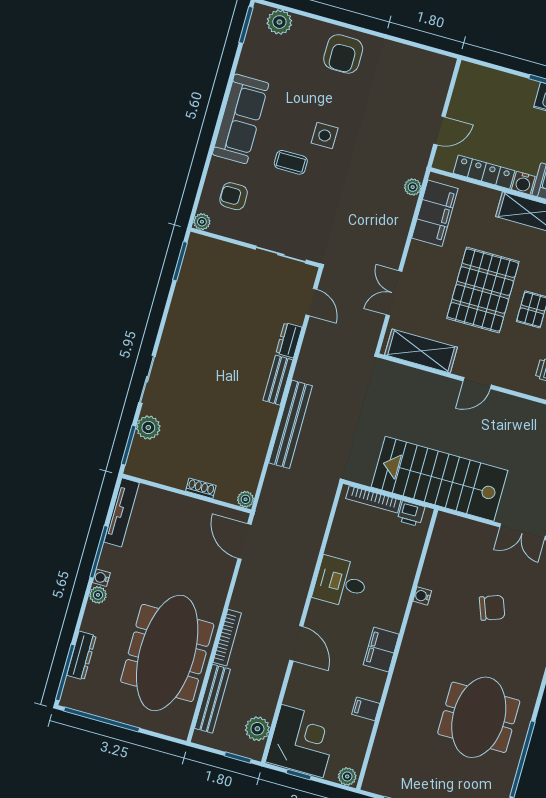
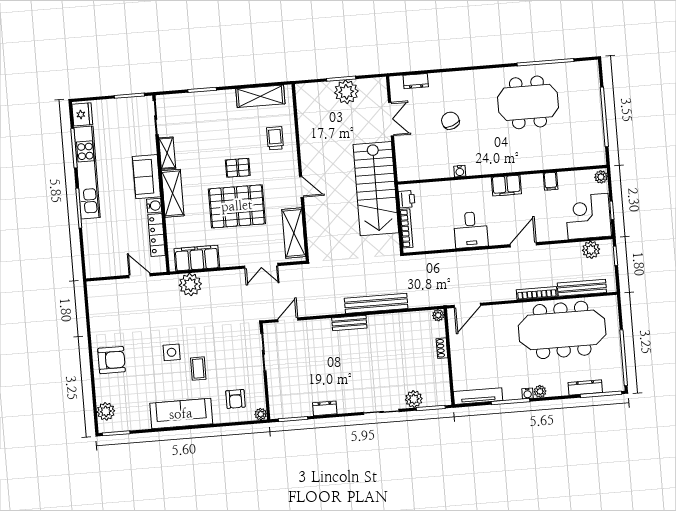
plant: (413, 187) -> (190, 285), width x1.88, depth x1.88
dresser: (289, 340) -> (325, 408), moved, turned 180

